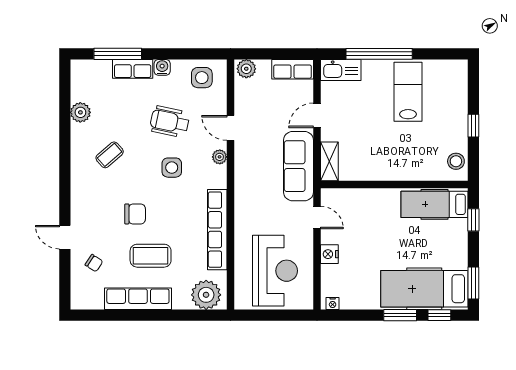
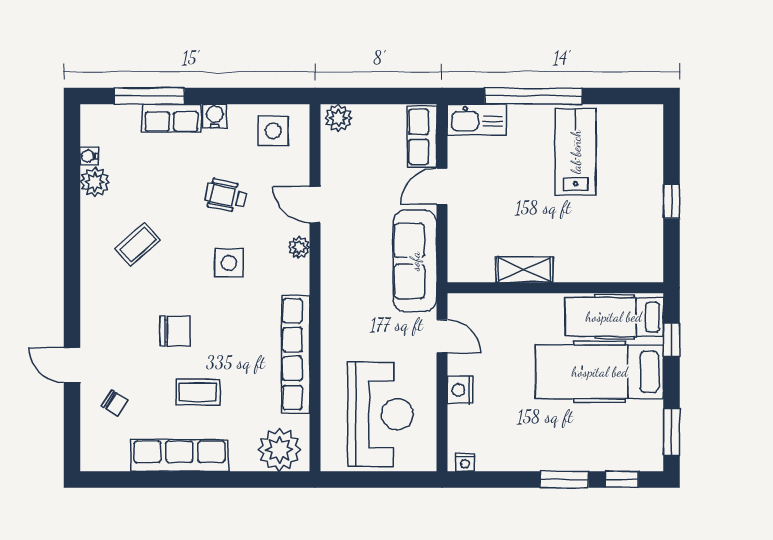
row of seats: (293, 69) -> (422, 137), moved, turned 90
water cooler: (76, 95) -> (89, 156), added
wheelchair: (170, 122) -> (226, 196), width x0.73, depth x0.73
shelving: (329, 161) -> (524, 270), moved, turned 90
stool: (456, 161) -> (646, 254), removed
coffee table: (151, 256) -> (198, 392), width x0.73, depth x0.77
hospital bed: (424, 289) -> (600, 372), moved

